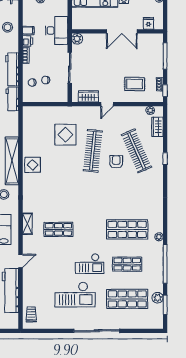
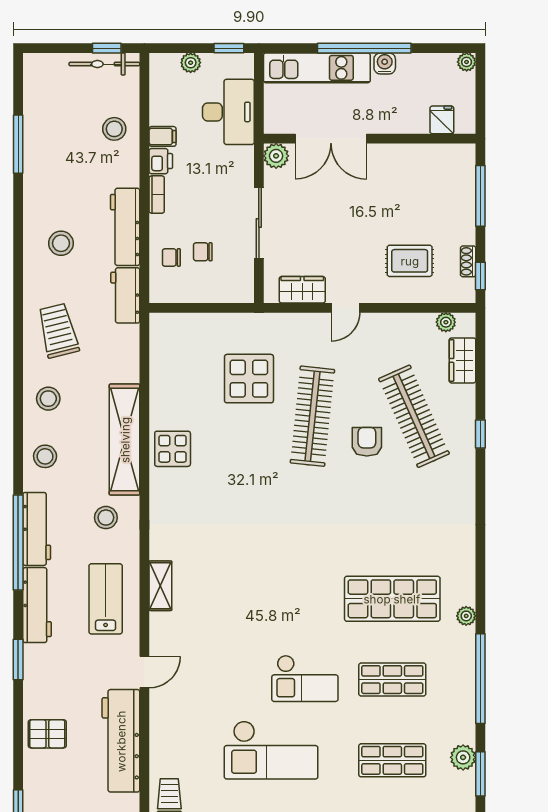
desk: (57, 31) -> (228, 112), moved
double door: (122, 31) -> (331, 139), moved
shop shelf: (58, 229) -> (233, 599), removed
shop shelf: (127, 299) -> (392, 760), width x0.70, depth x0.74

